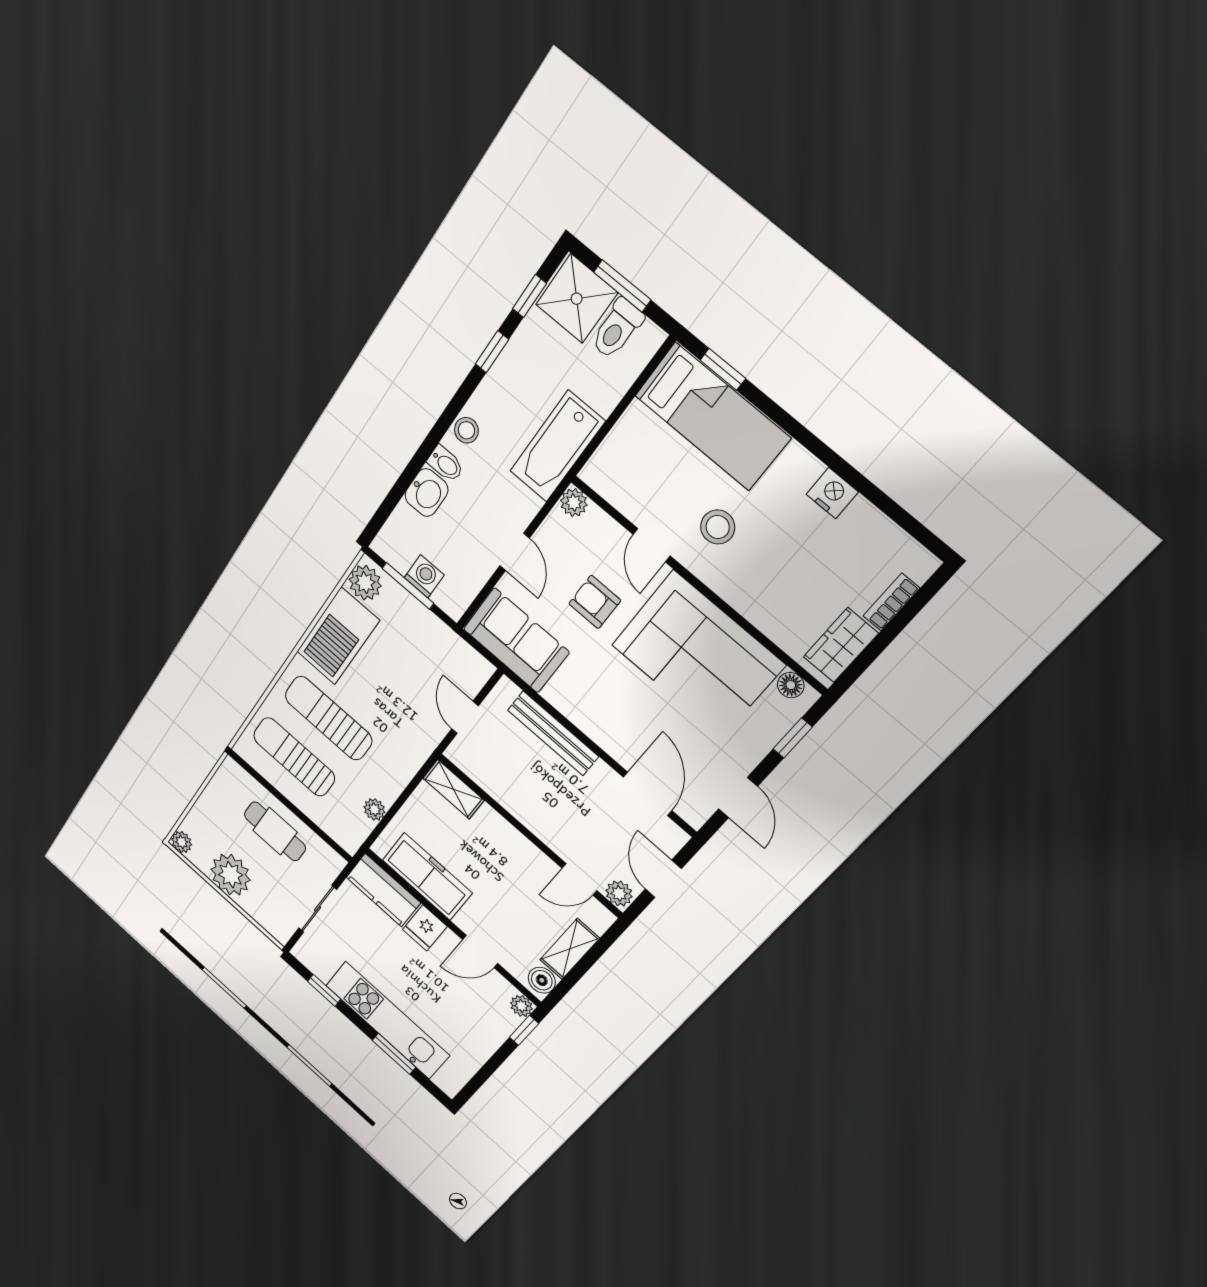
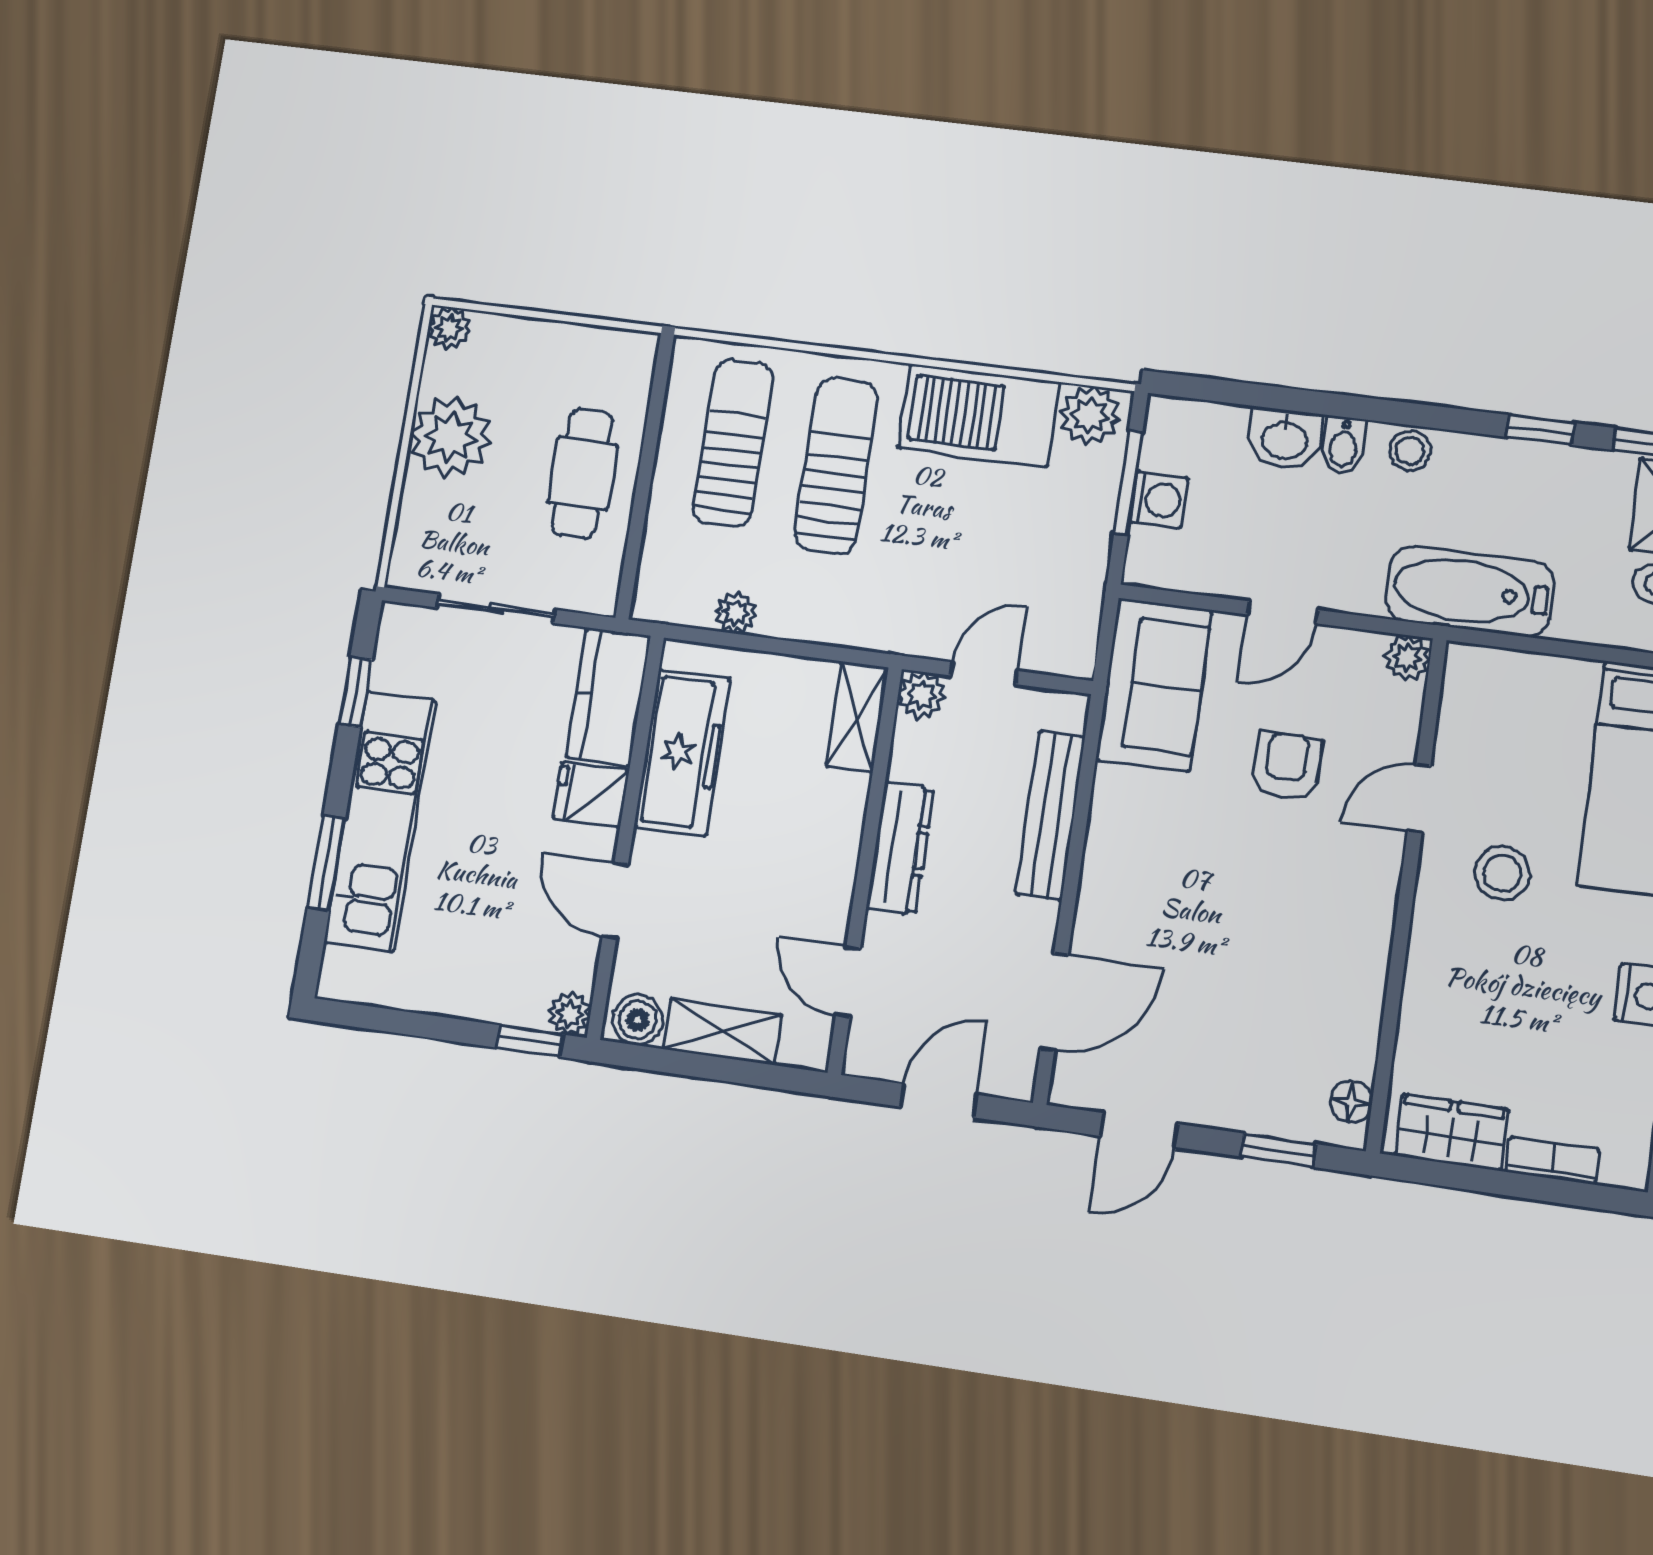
corner sofa: (698, 655) -> (1308, 951), removed
dresser: (528, 813) -> (900, 848), added
plant: (619, 893) -> (921, 695), moved

